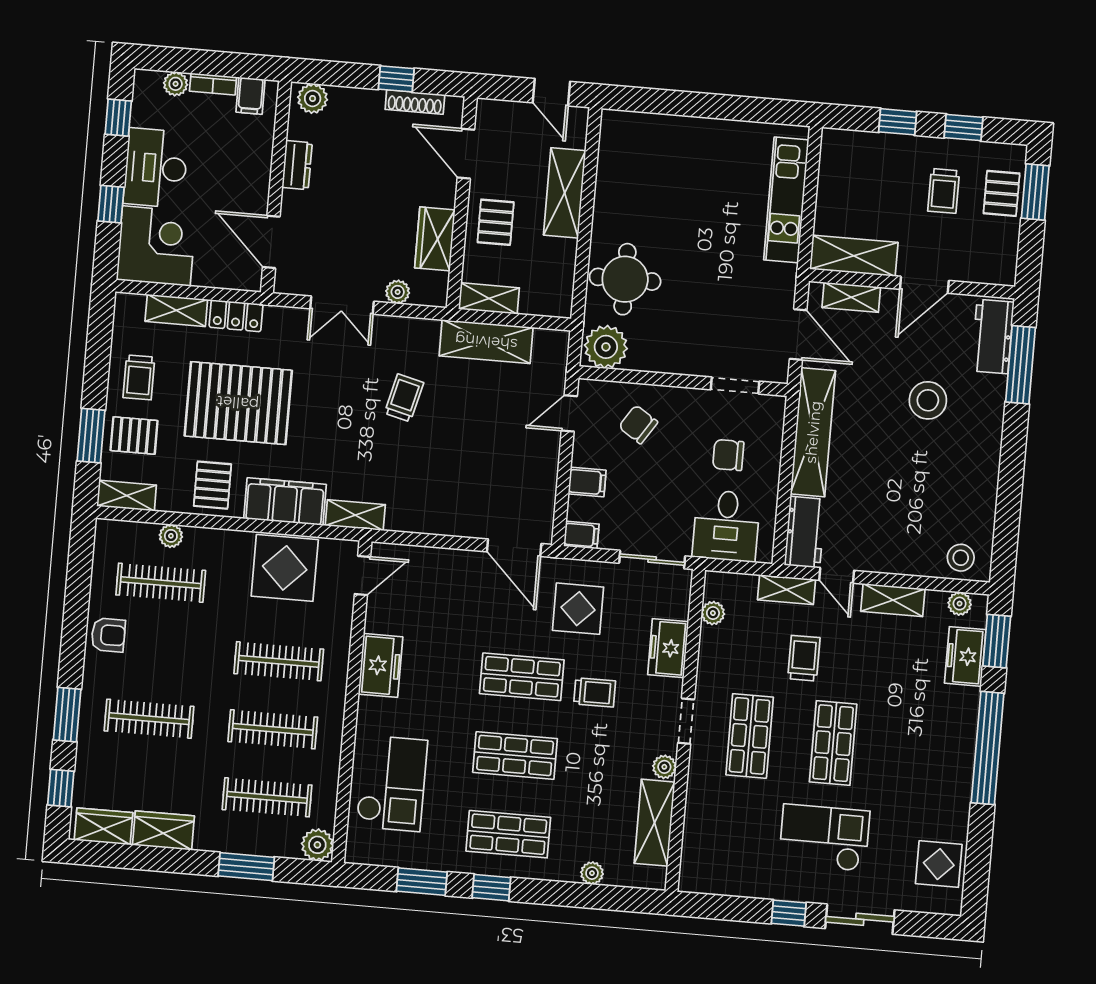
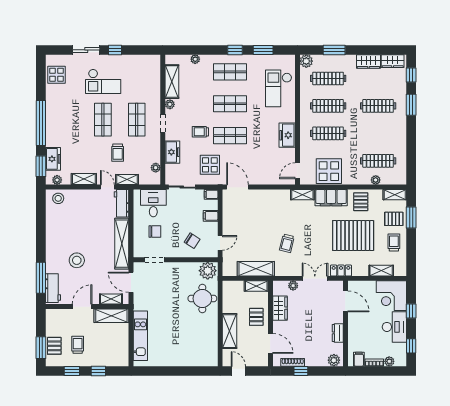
locker: (236, 316) -> (341, 270), moved
armchair: (108, 635) -> (397, 138), removed

